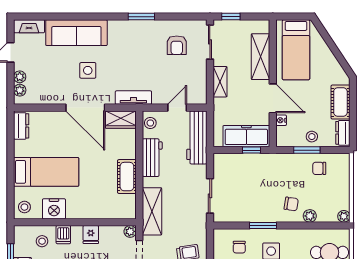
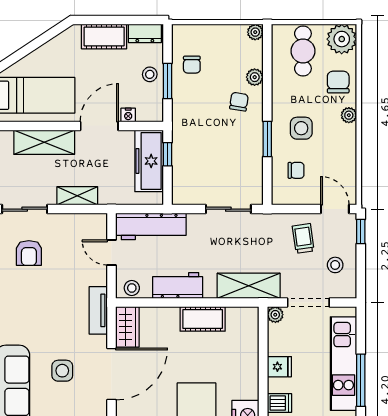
armchair: (177, 45) -> (29, 253), turned 90

